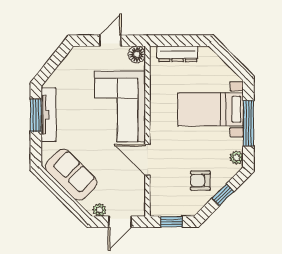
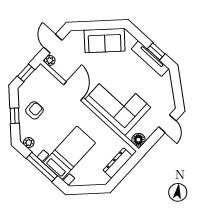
door: (110, 41) -> (167, 124), moved
window: (36, 115) -> (156, 51), width x0.67
door: (147, 160) -> (73, 91), hinge flipped
plant: (99, 210) -> (50, 60), moved

